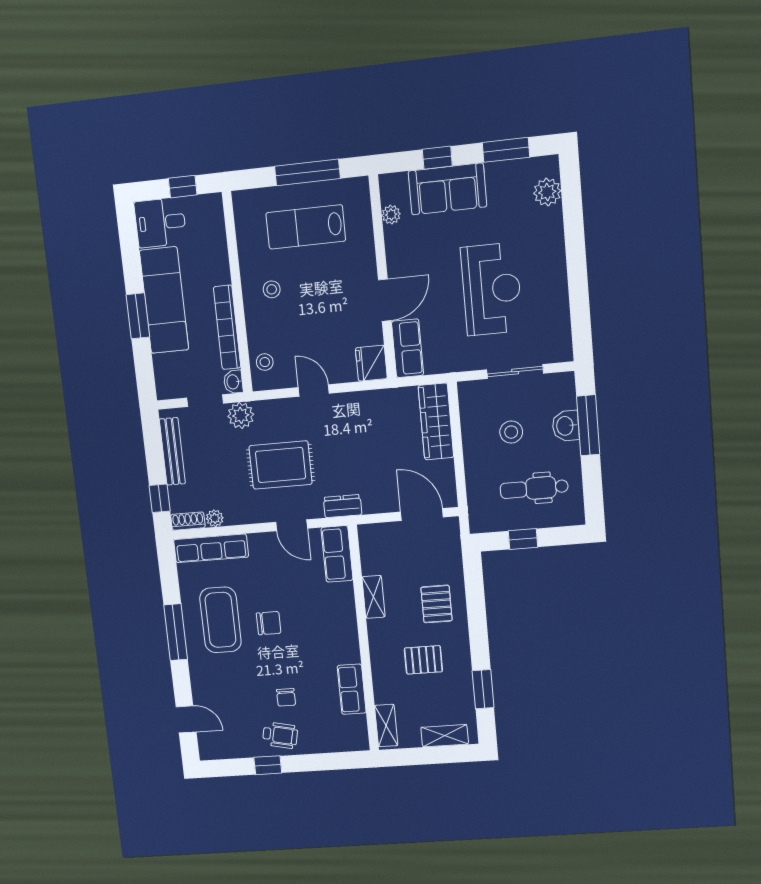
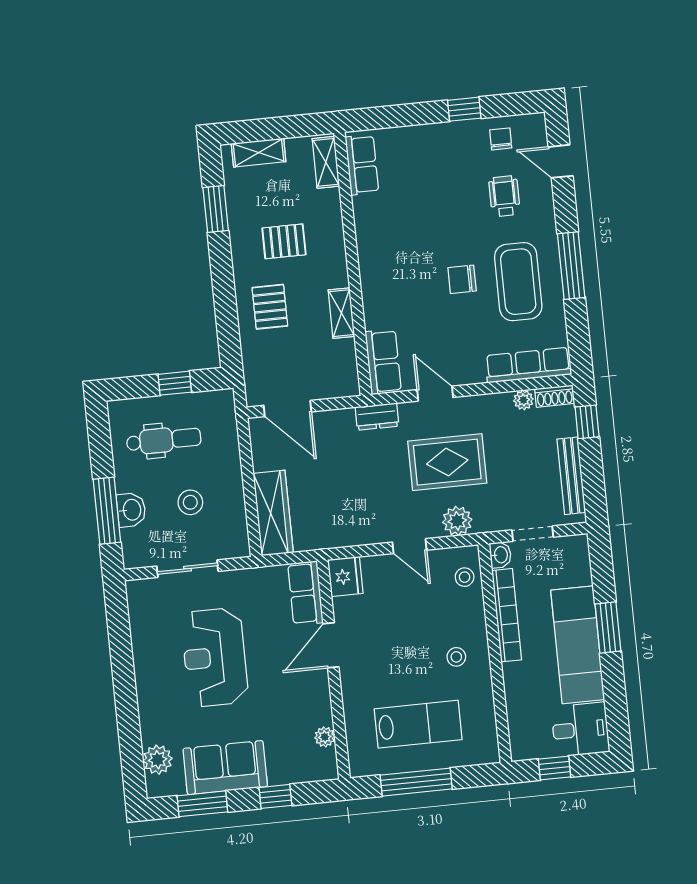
sofa: (447, 189) -> (225, 768), moved
plant: (241, 415) -> (457, 521), moved
row of seats: (352, 689) -> (362, 165), moved
chair: (286, 697) -> (501, 139), moved
wheelchair: (280, 735) -> (504, 196), moved, turned 78

